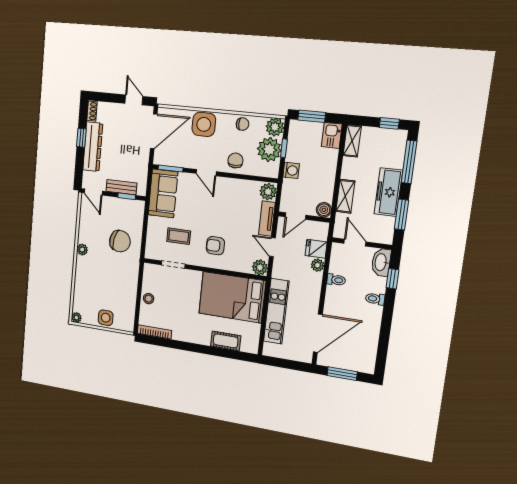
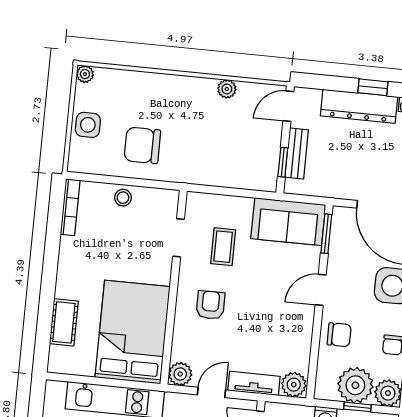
chair: (120, 241) -> (142, 145), moved, turned 78
plant: (82, 250) -> (227, 89), moved

